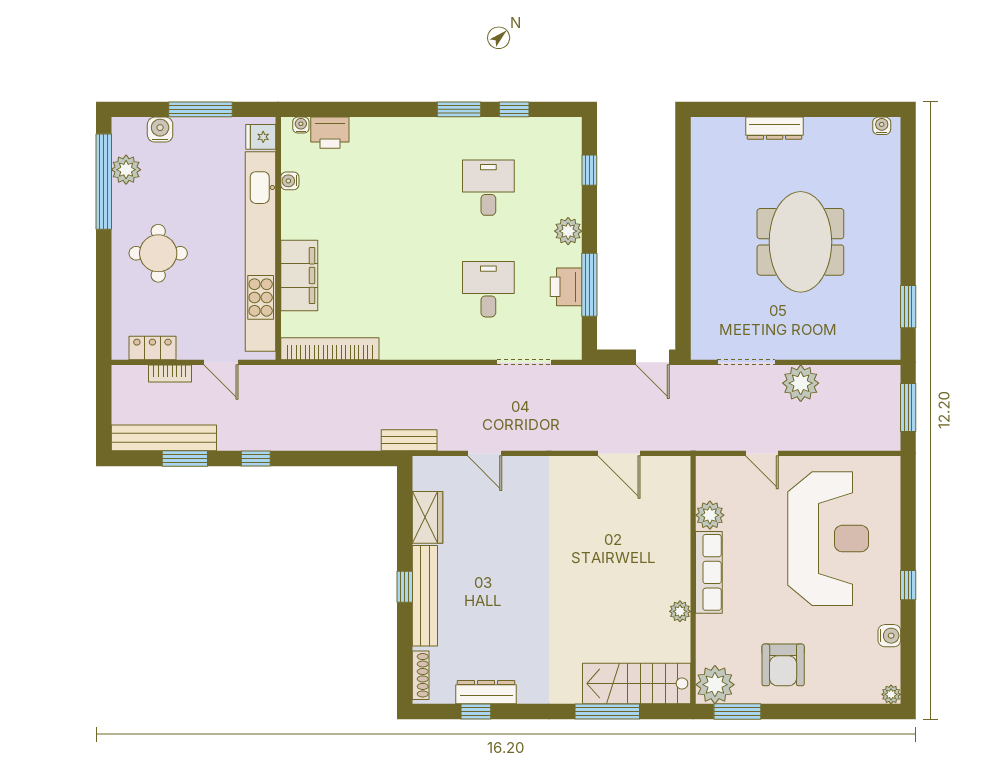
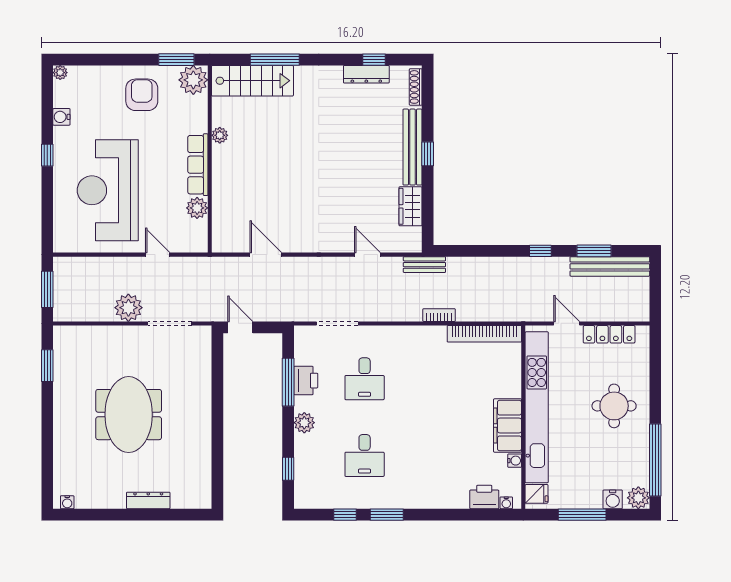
plant: (126, 170) -> (638, 498), moved
filing cabinet: (299, 276) -> (508, 425), moved
locker: (152, 348) -> (609, 334), width x1.53
bookcase: (170, 373) -> (439, 315), moved

